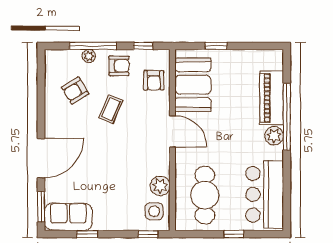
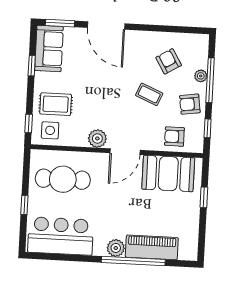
armchair: (119, 66) -> (190, 104), turned 82
plant: (160, 186) -> (97, 138), moved
rug: (126, 207) -> (56, 104), added

